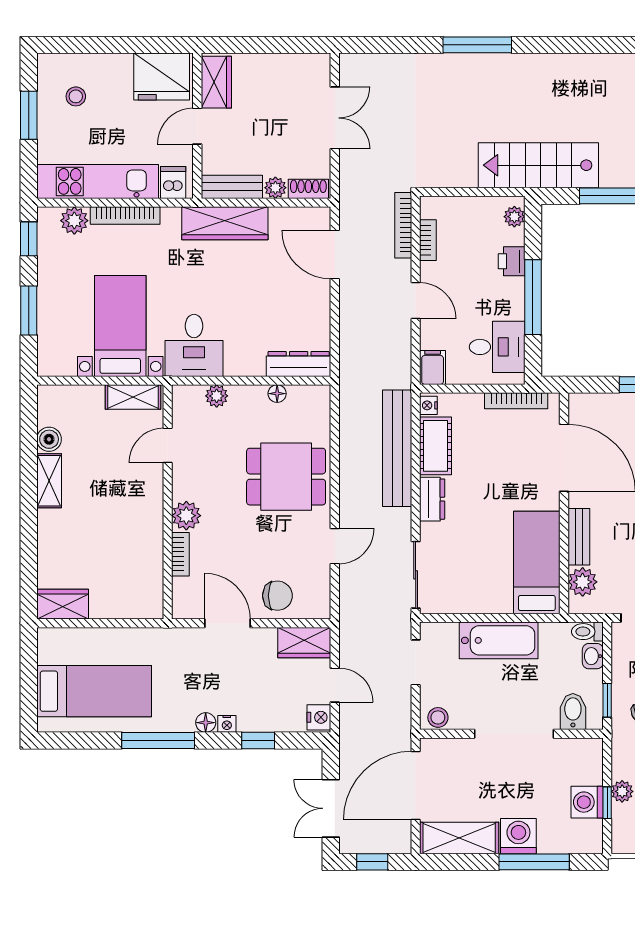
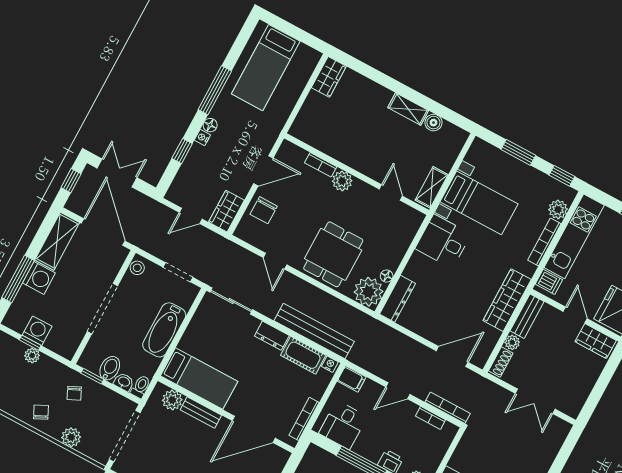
plant: (217, 396) -> (369, 292), moved, width x1.88, depth x1.88
bidet: (573, 711) -> (110, 368), moved, turned -90
nightstand: (319, 717) -> (176, 196), removed

